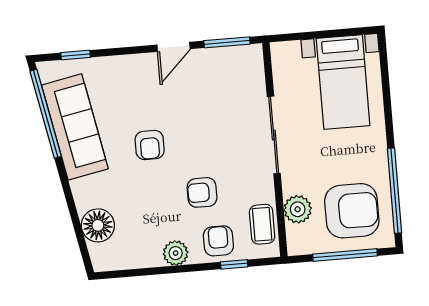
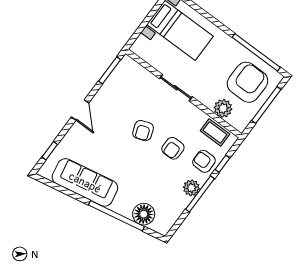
door: (174, 47) -> (80, 110), moved
window: (46, 114) -> (116, 216), moved
sliding door: (274, 135) -> (176, 88), width x0.73
armchair: (150, 145) -> (143, 131), moved, turned 70
window: (177, 269) -> (200, 194), added

